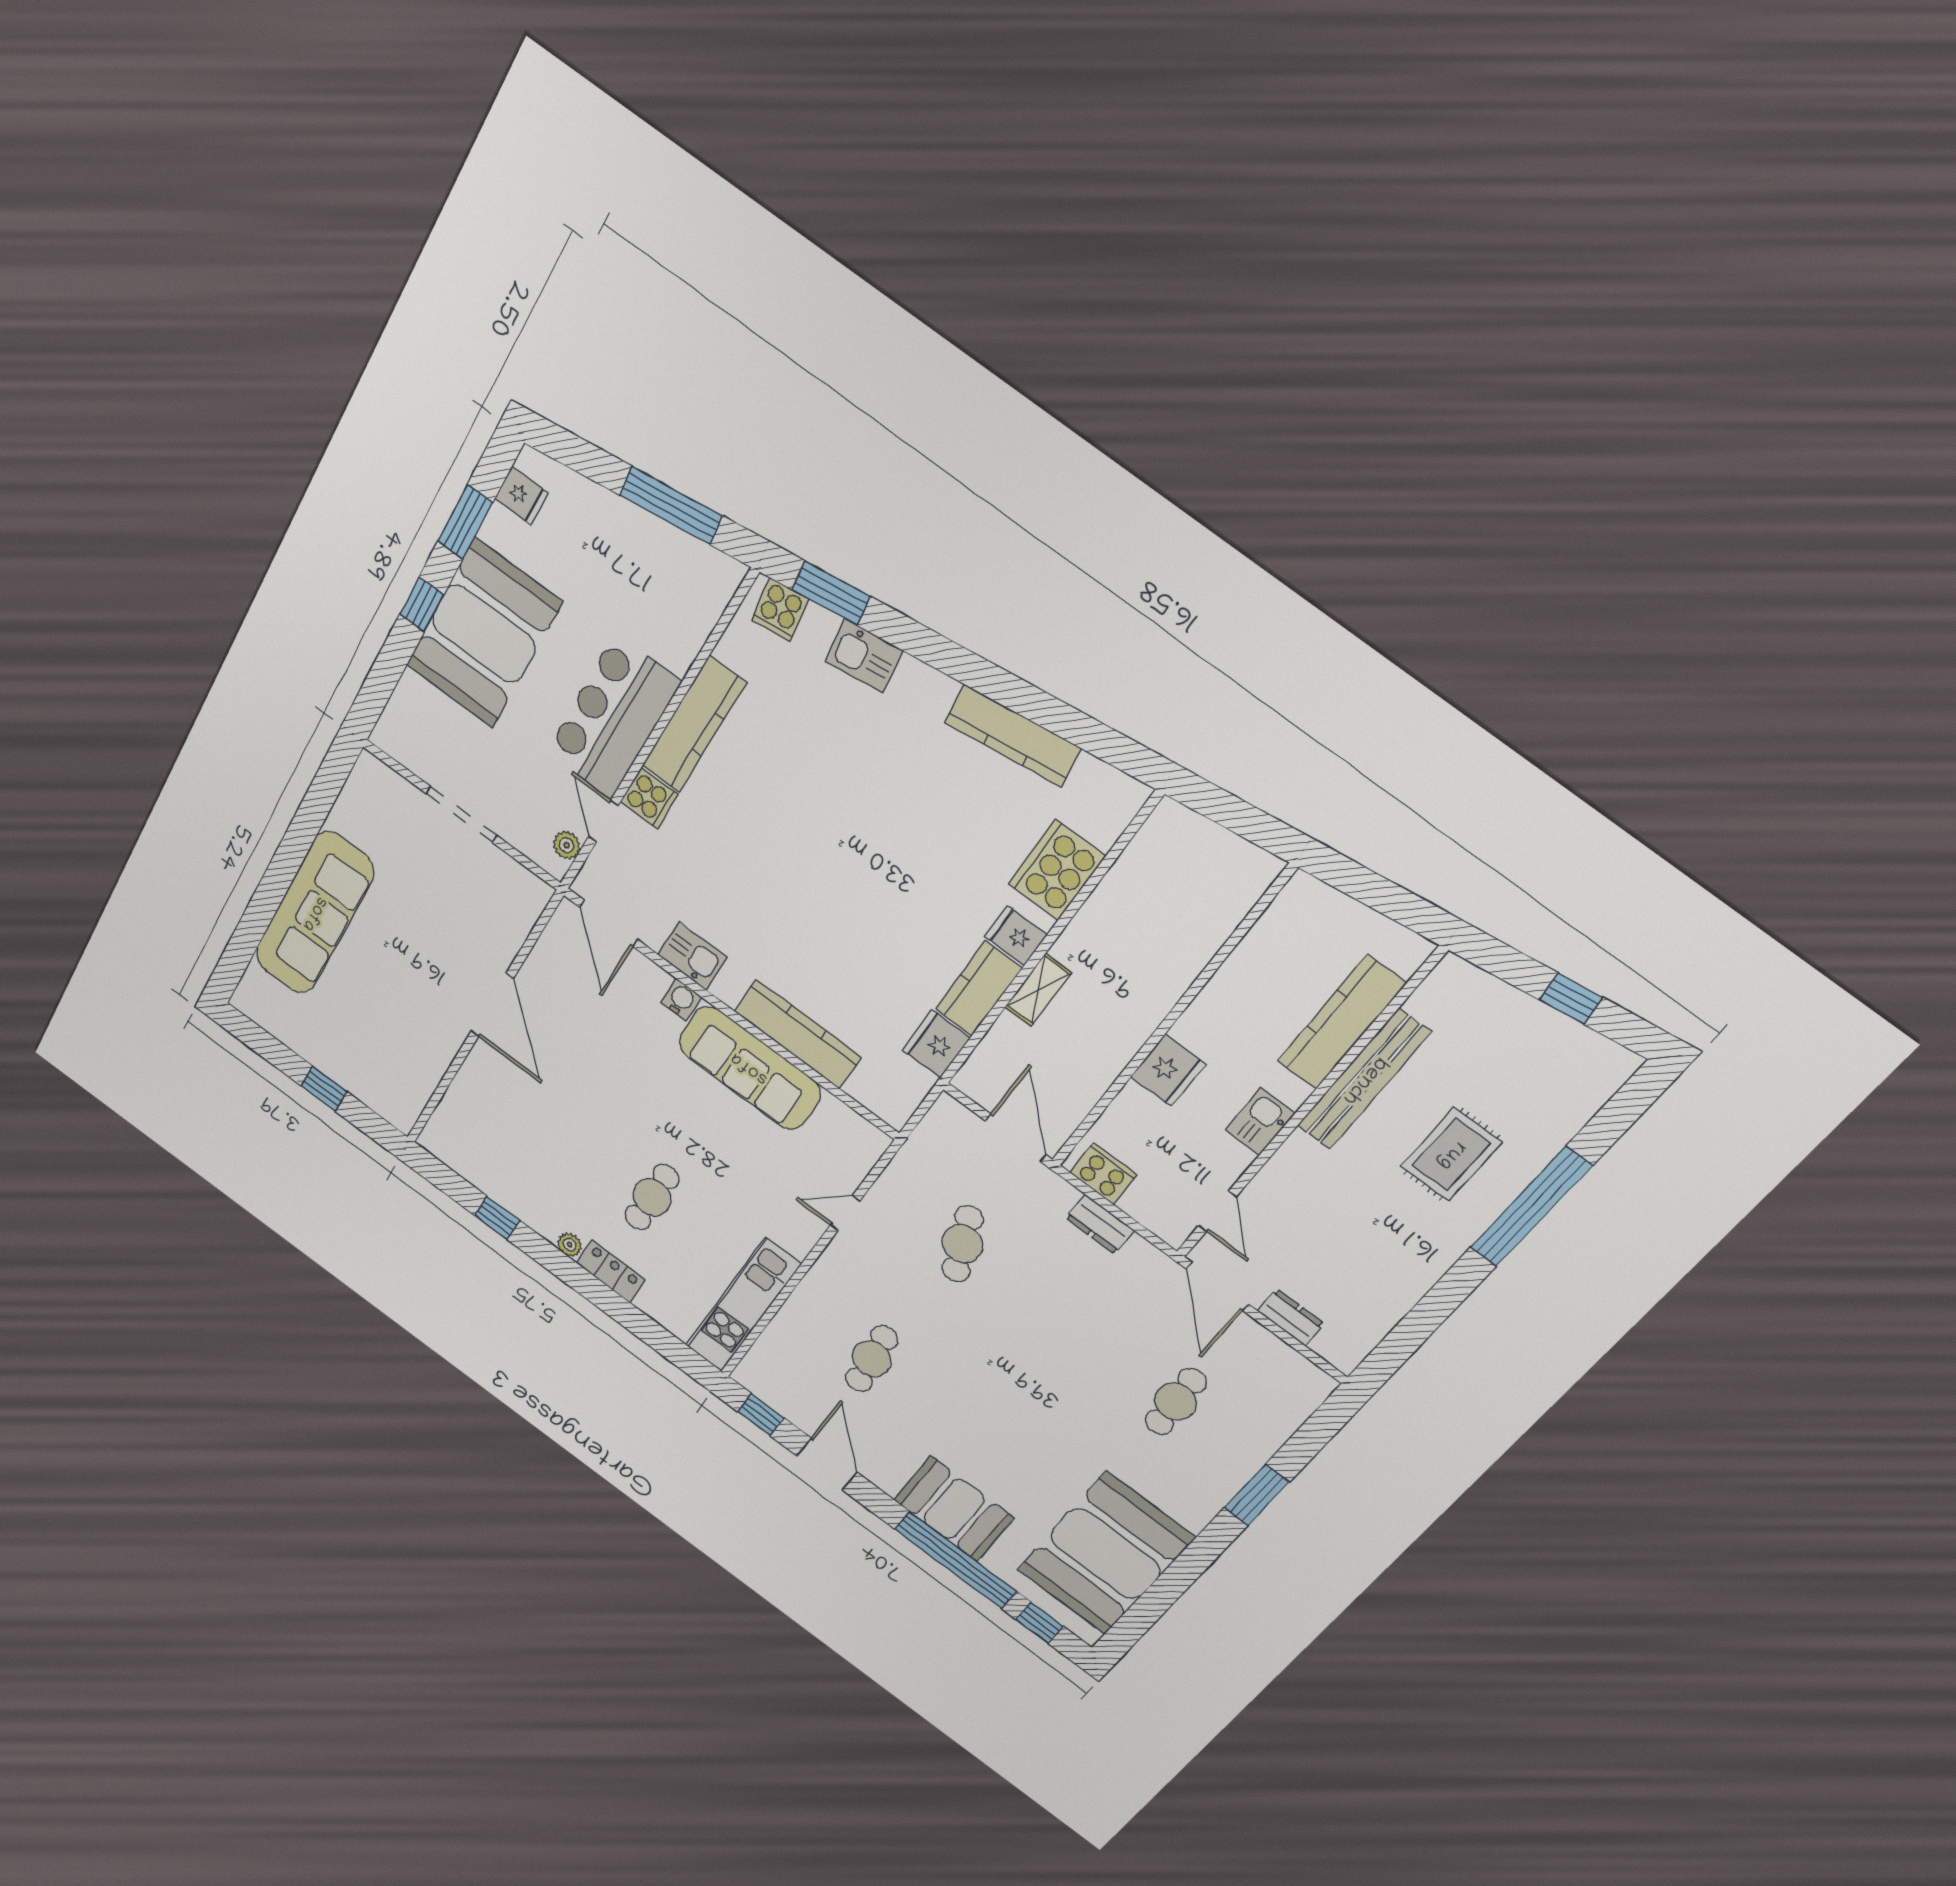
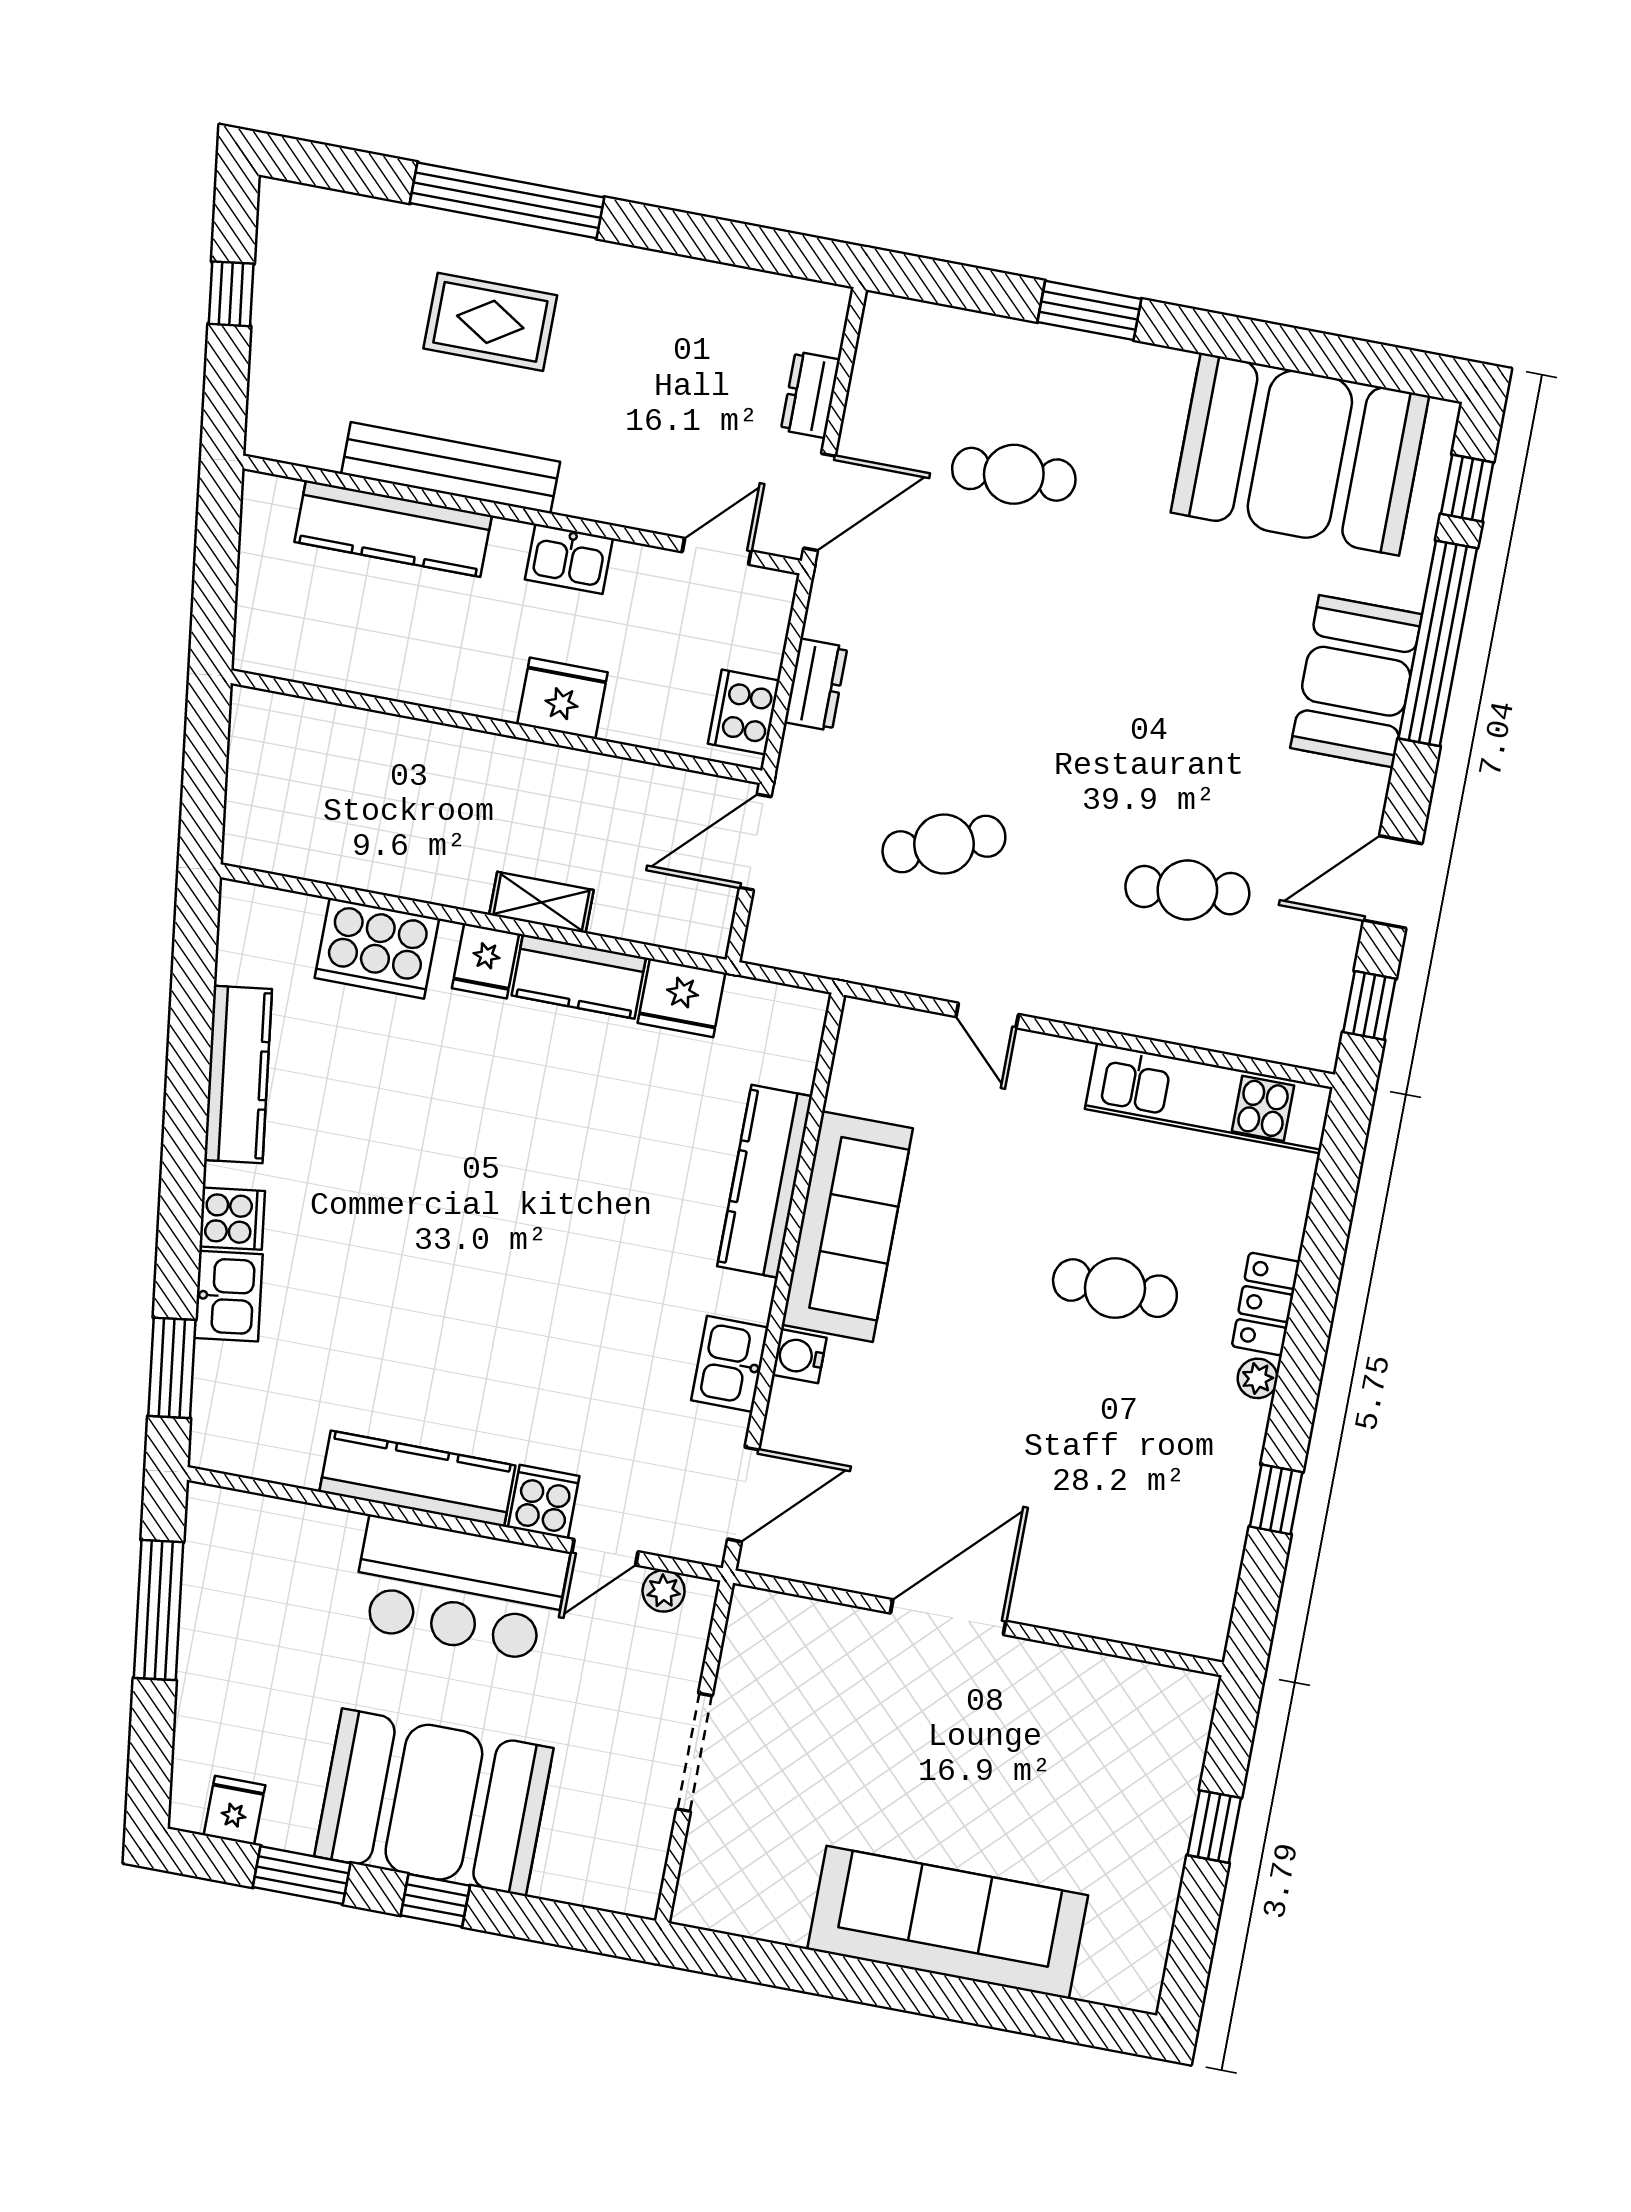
cooker: (780, 609) -> (232, 1219), moved

